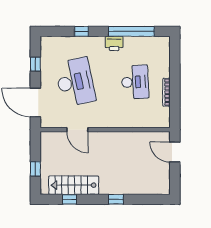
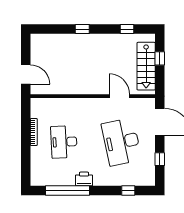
window: (81, 31) -> (128, 191), moved
stairs: (74, 185) -> (146, 66), moved, turned 90

